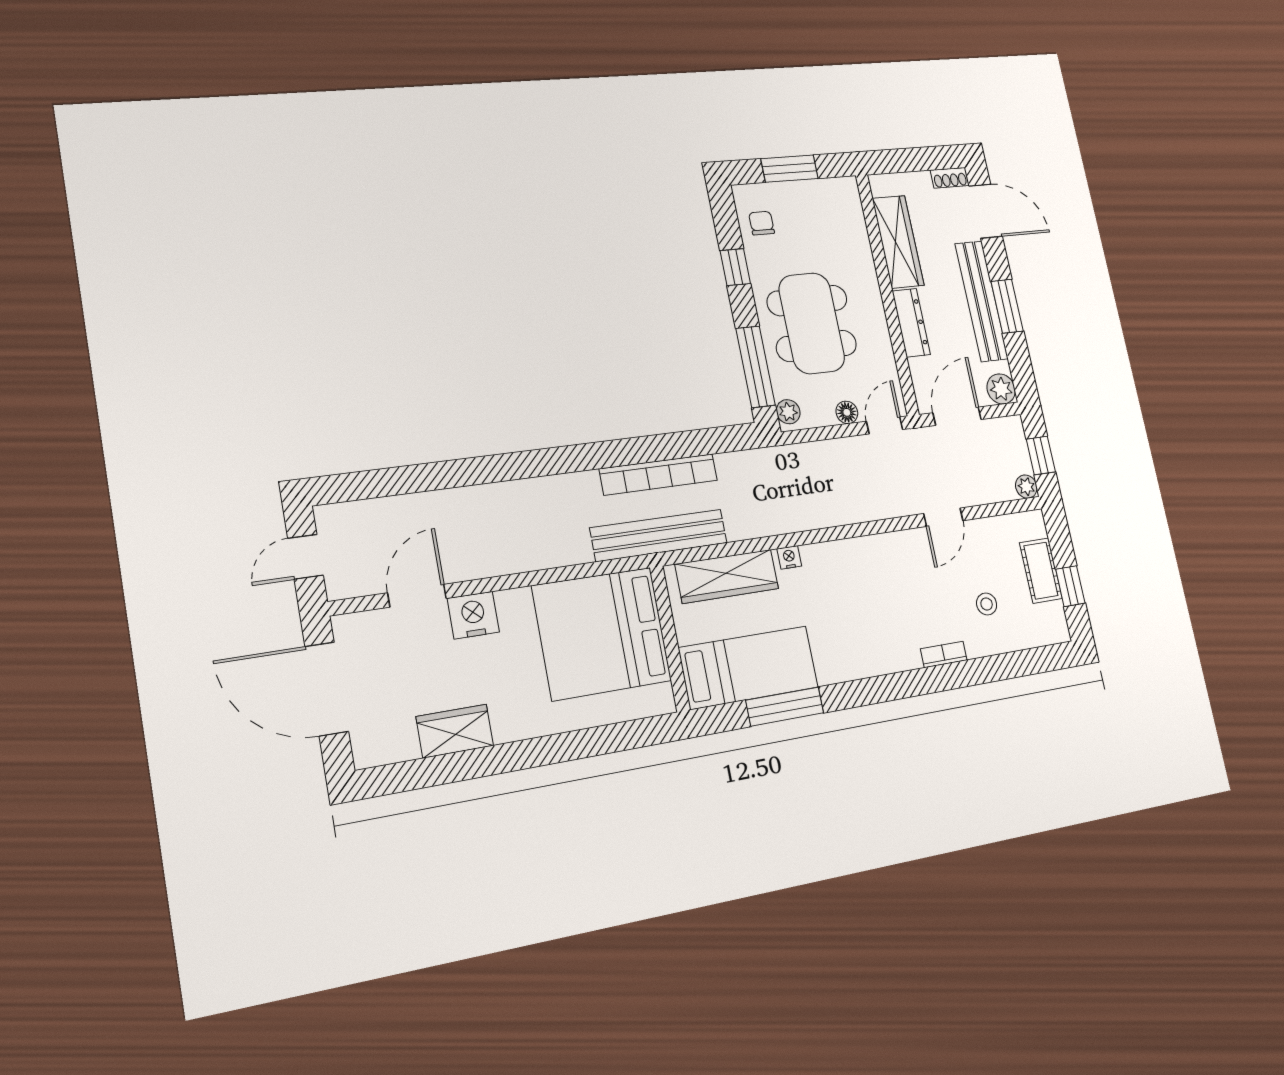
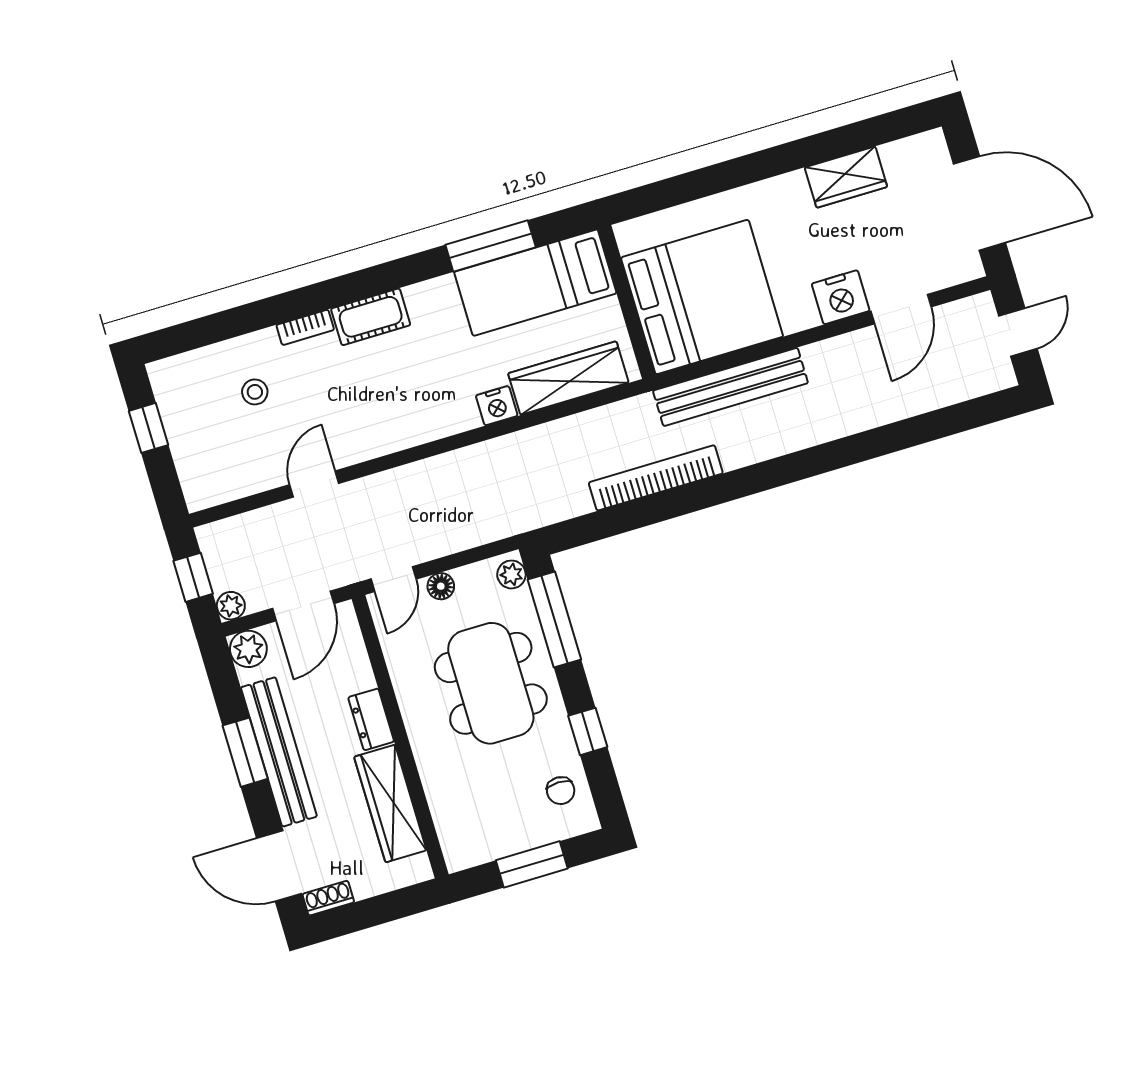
dresser: (911, 323) -> (371, 719), width x0.70
plant: (1026, 487) -> (231, 606), moved
bench: (659, 535) -> (730, 387), moved
nightstand: (789, 557) -> (497, 406), width x1.39, depth x1.35
cot: (1041, 571) -> (371, 317), moved, turned 90

